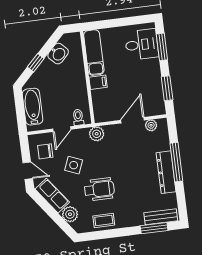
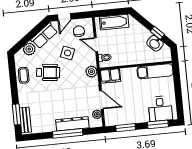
window: (36, 63) -> (157, 33), moved
filing cabinet: (98, 82) -> (110, 76), moved, width x2.00
dresser: (166, 172) -> (72, 124), moved
wheelchair: (99, 189) -> (48, 72), turned -84

